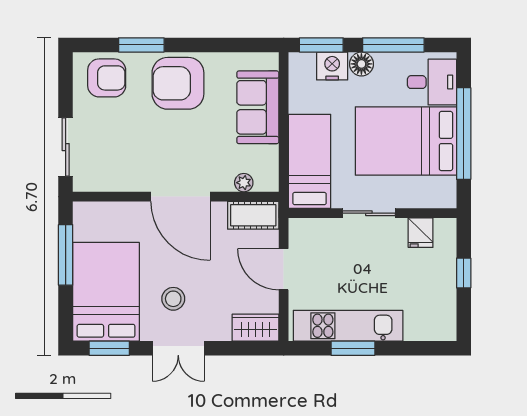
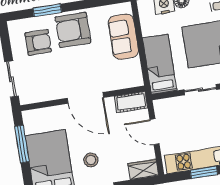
armchair: (107, 78) -> (38, 42), moved
plant: (244, 183) -> (122, 83), removed

